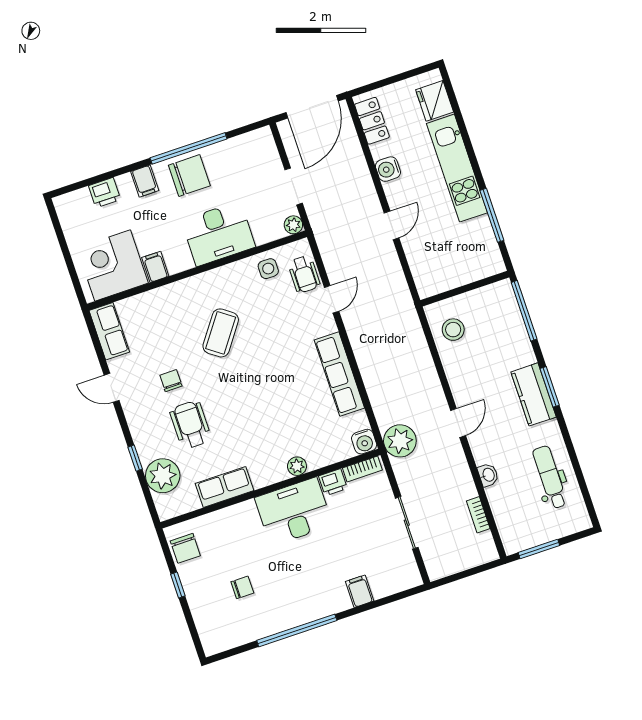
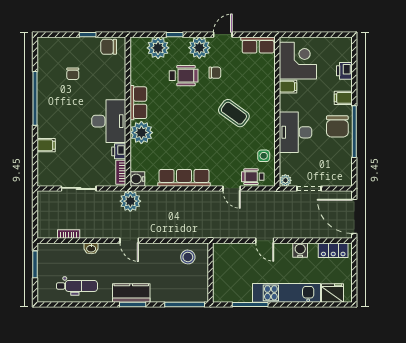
plant: (142, 416) -> (199, 48), added
plant: (297, 466) -> (141, 133), width x1.87, depth x1.87
row of seats: (224, 487) -> (138, 103), moved

